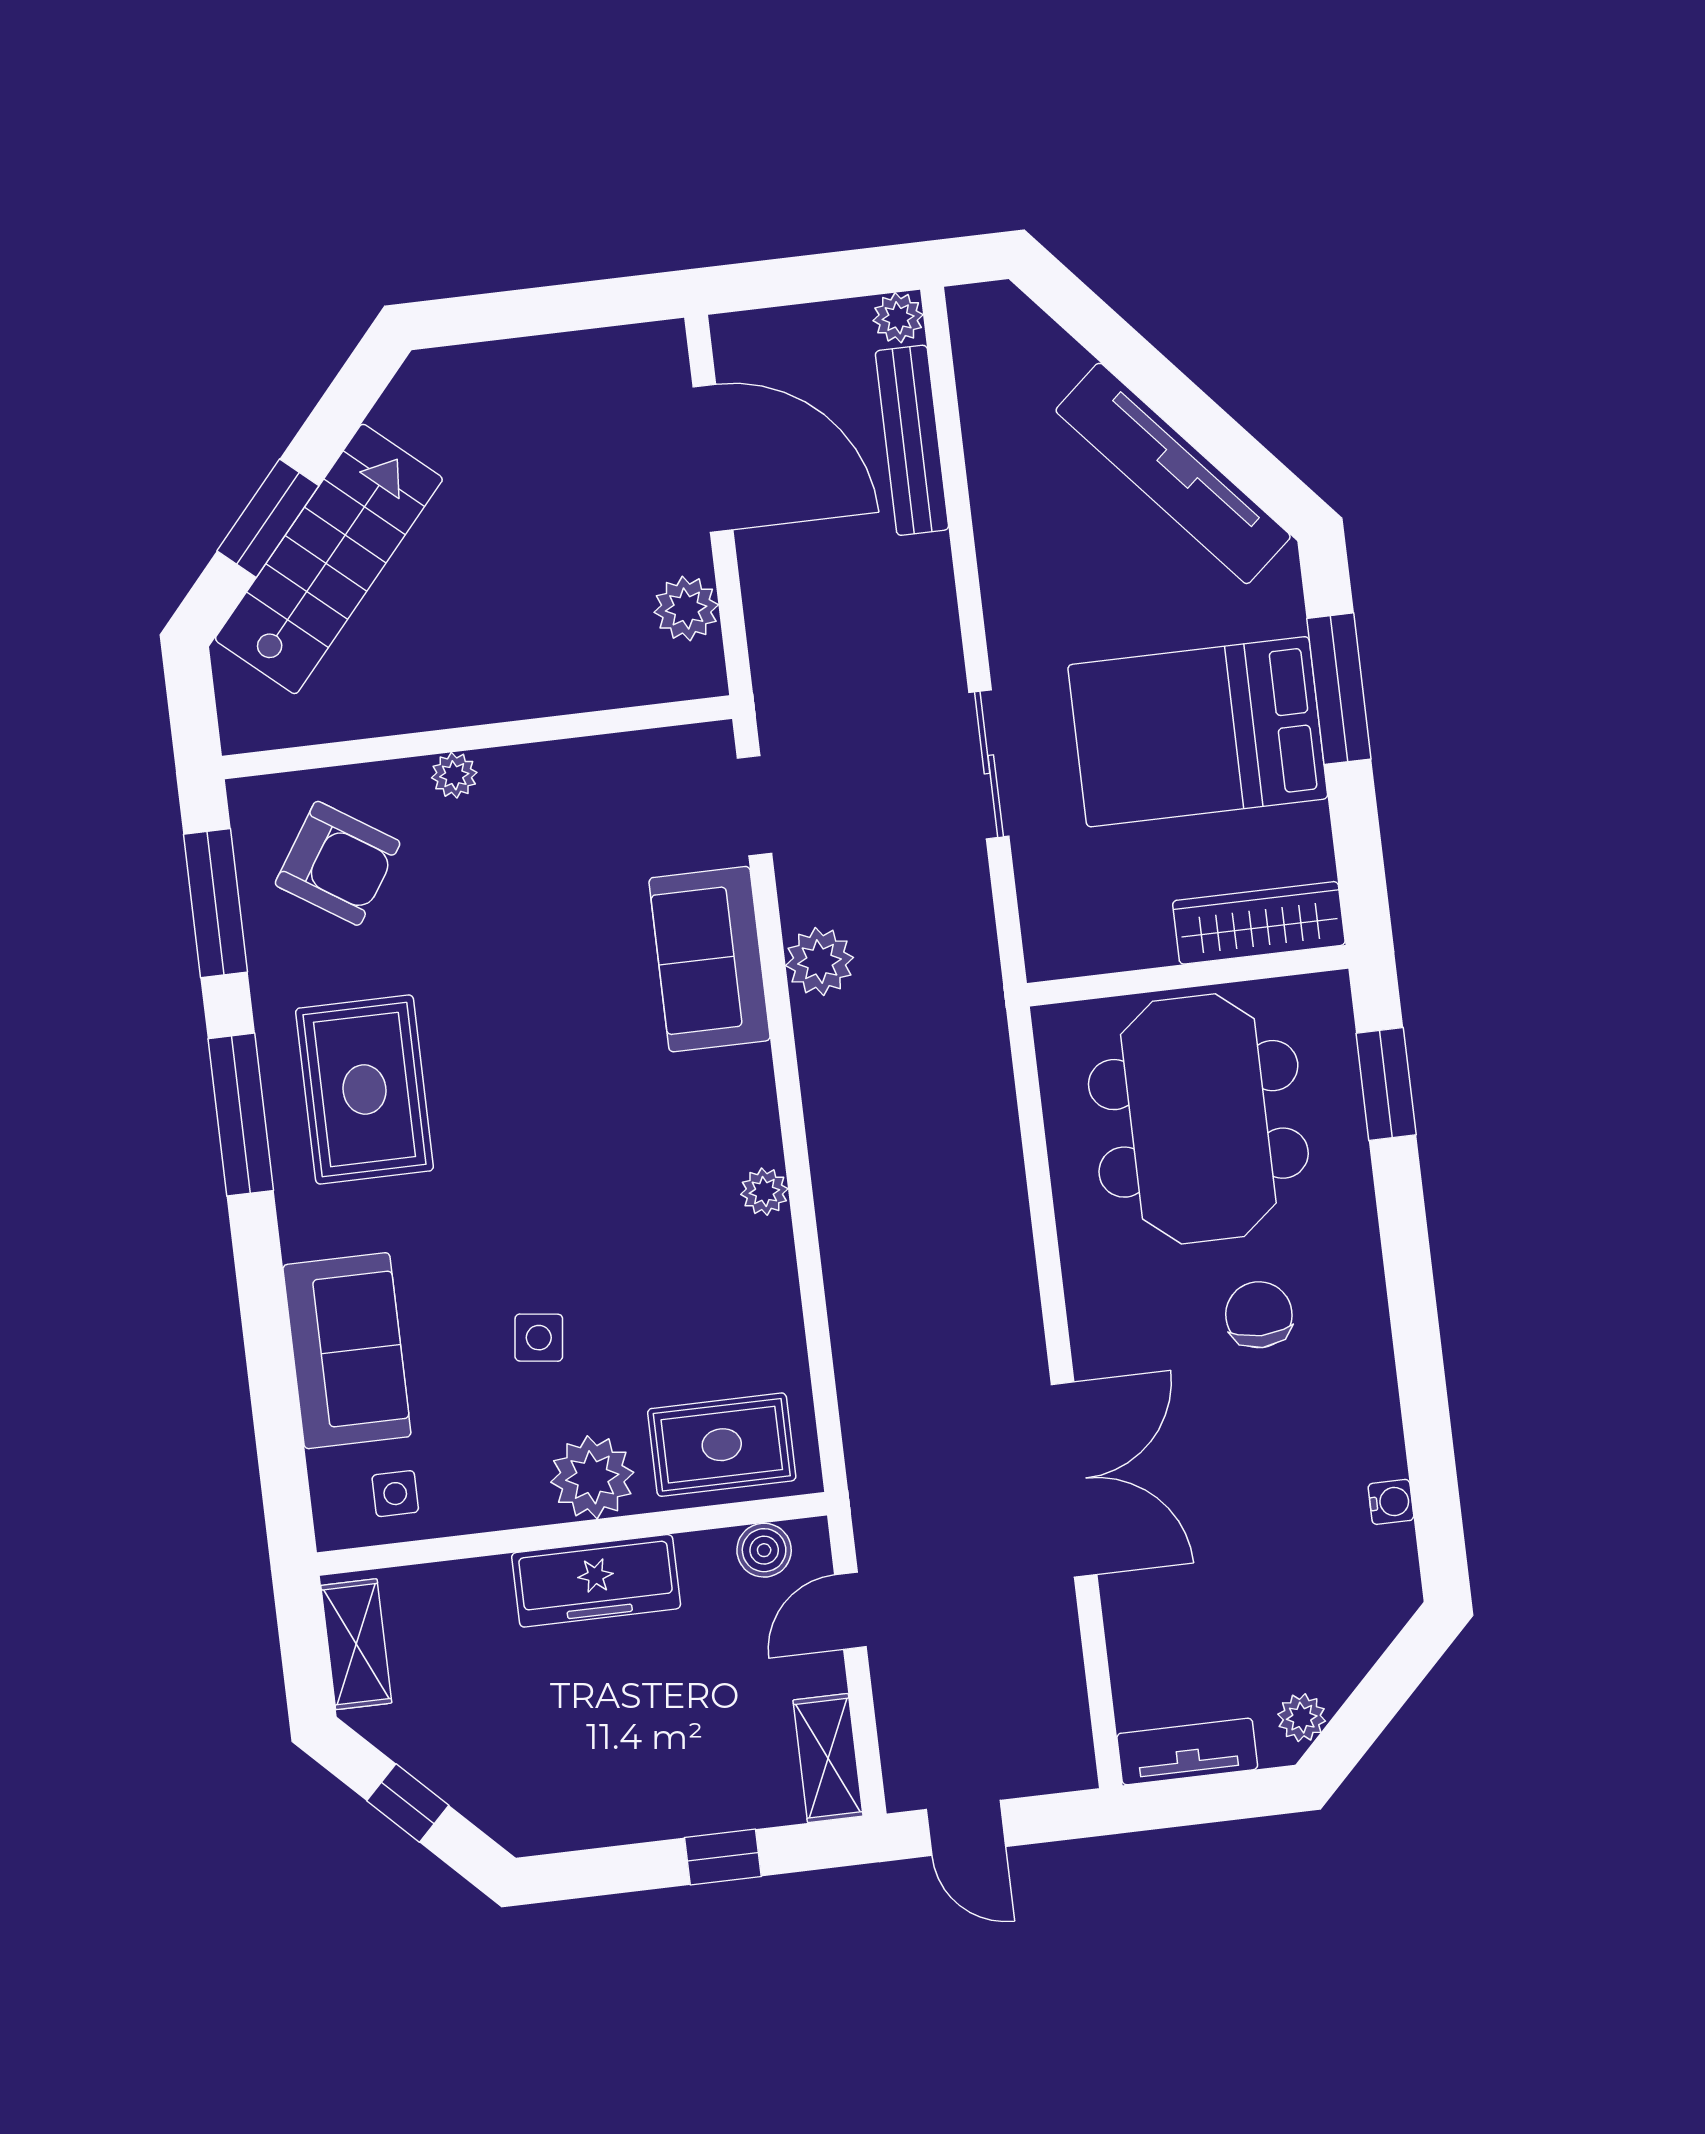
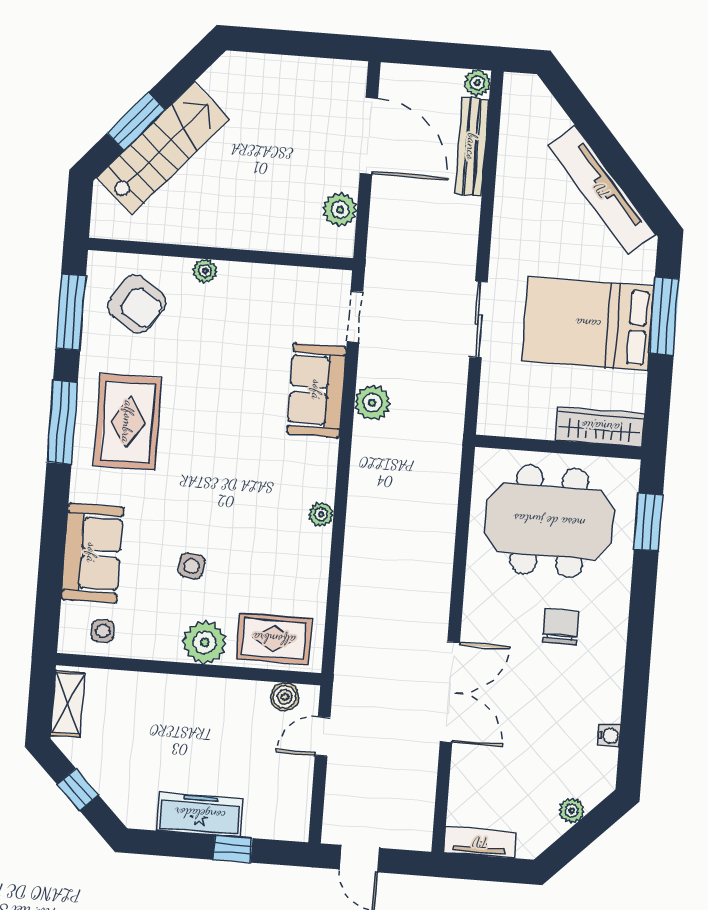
meeting table: (1198, 1119) -> (549, 521), turned 90
freezer: (596, 1581) -> (200, 814), moved, turned 180
plant: (1302, 1718) -> (572, 811), moved
shelving: (828, 1758) -> (296, 809), removed

